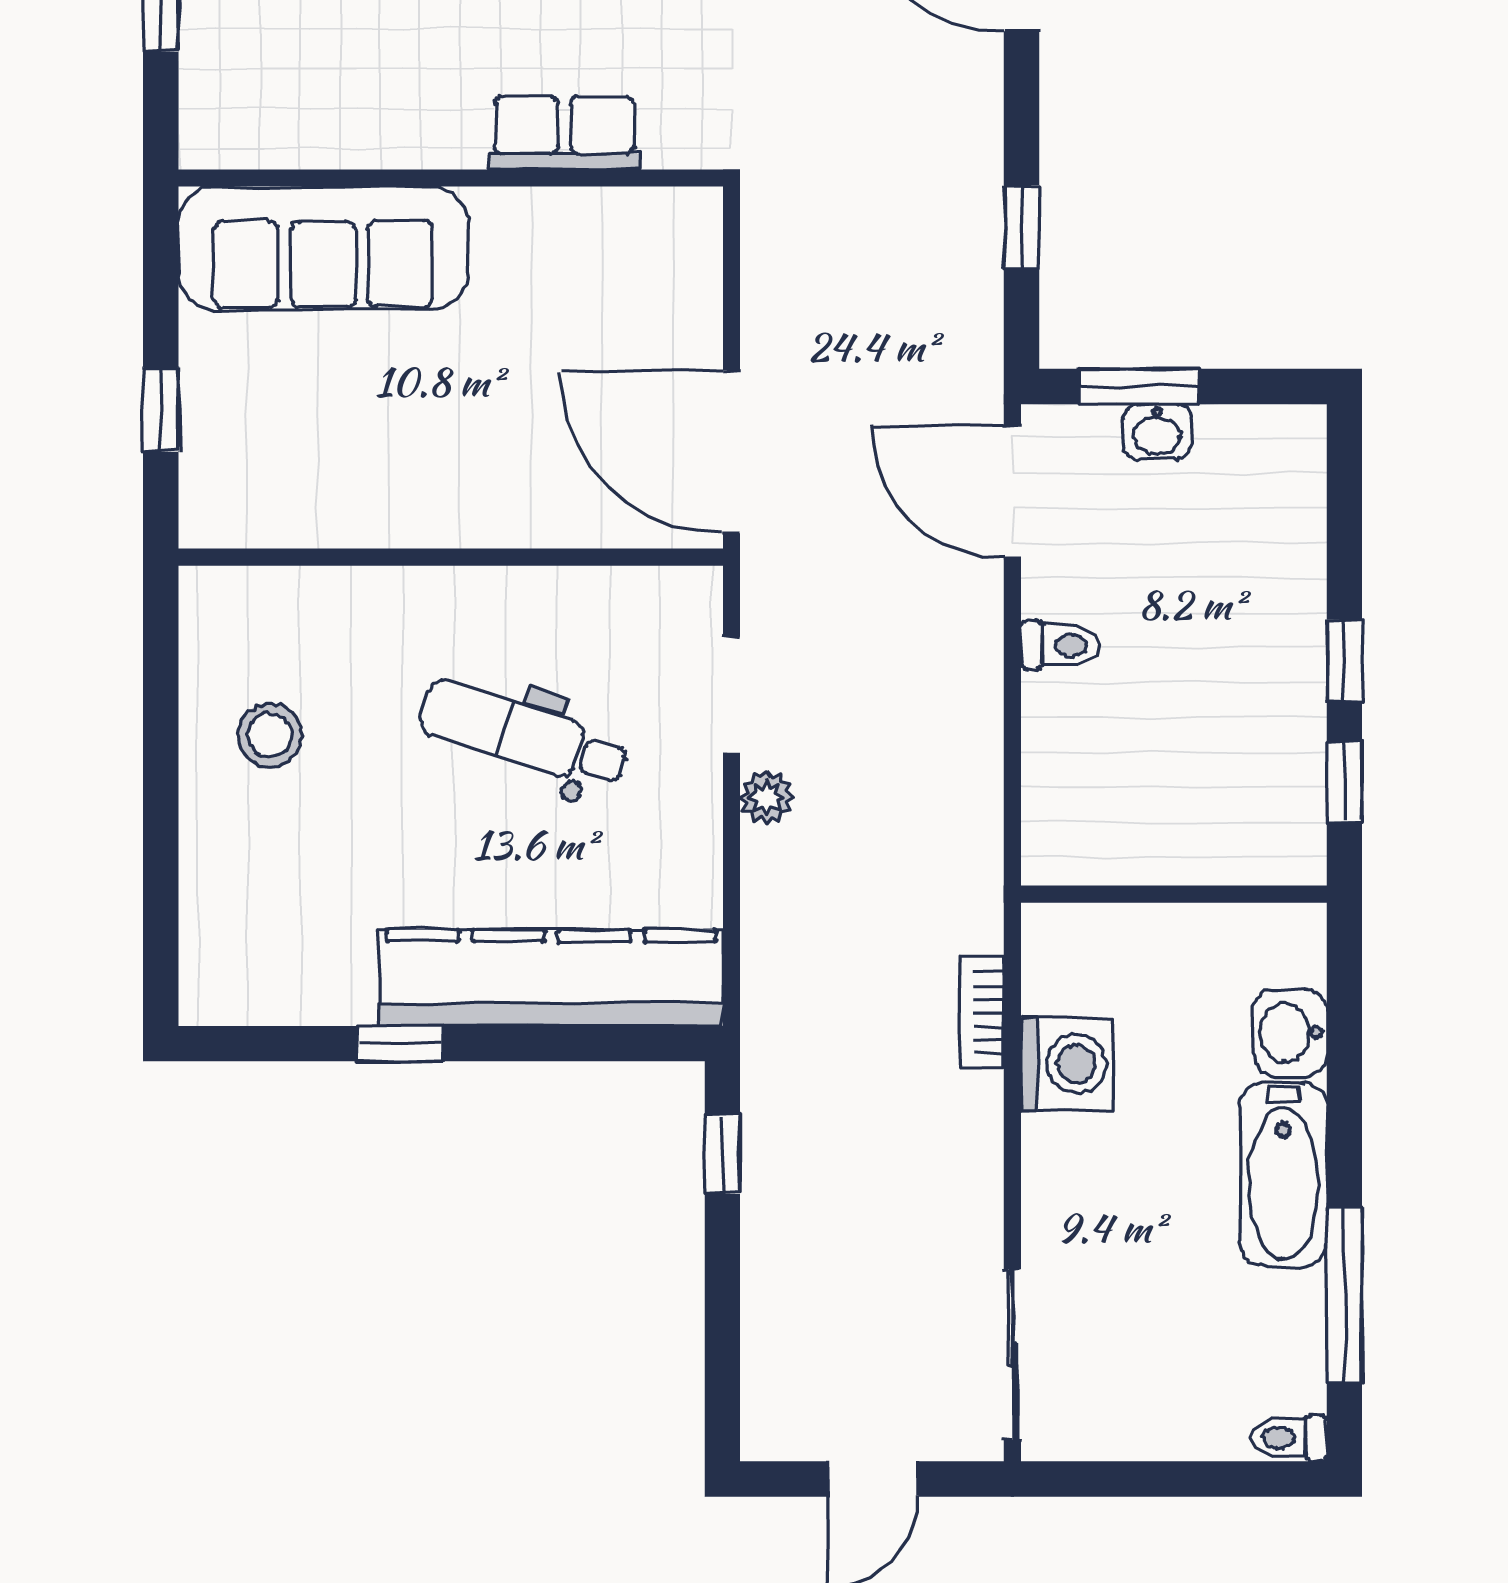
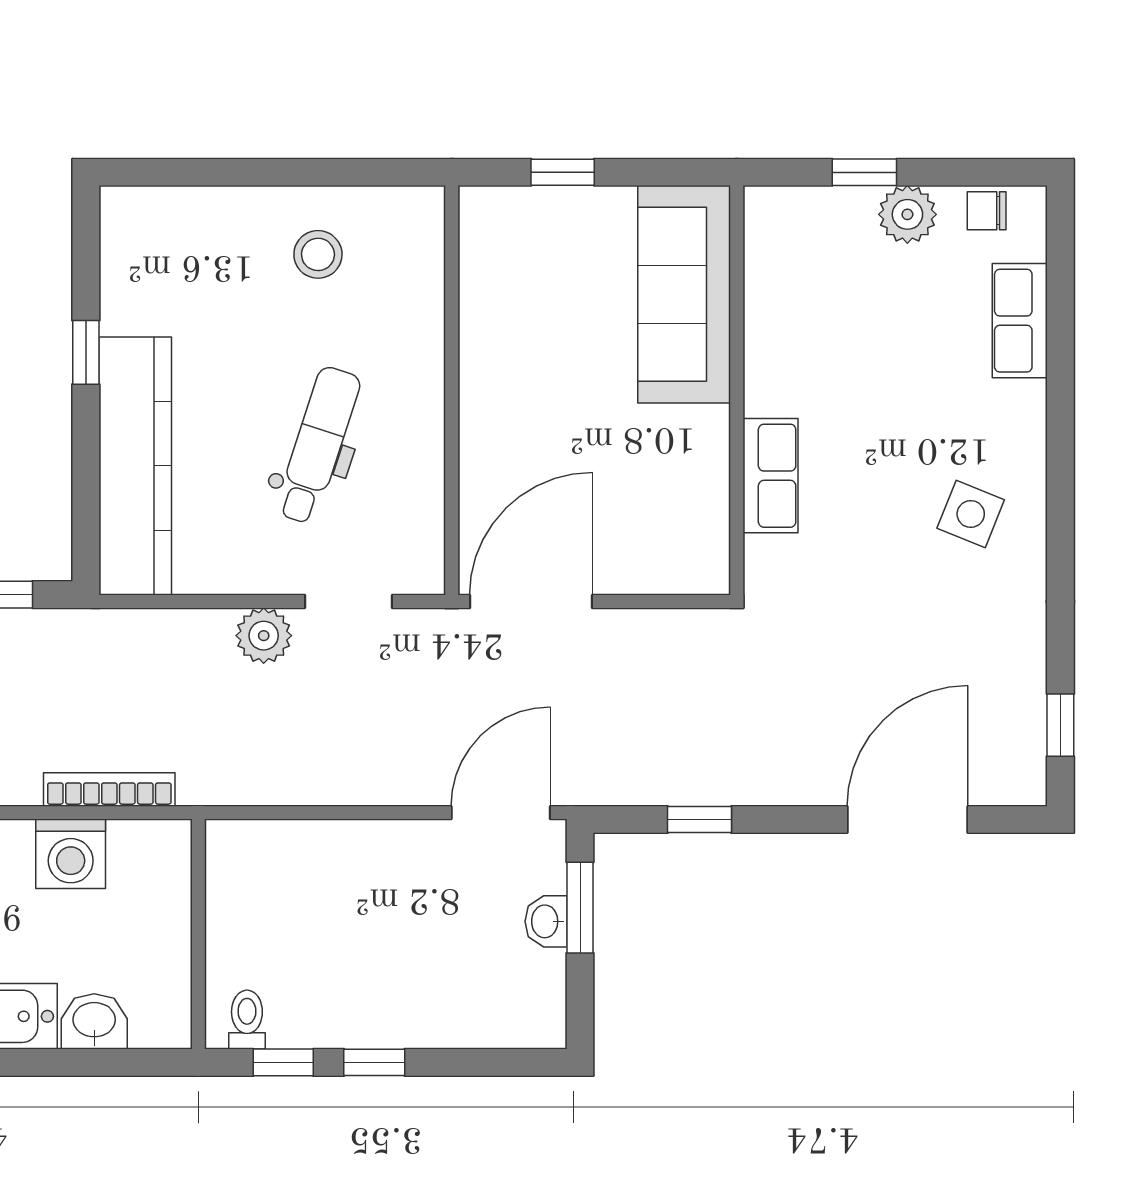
toilet: (1060, 645) -> (247, 1020), moved, turned 180
plant: (767, 797) -> (264, 636), width x1.38, depth x1.38
bookcase: (982, 1013) -> (109, 789), width x1.56

